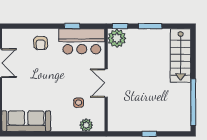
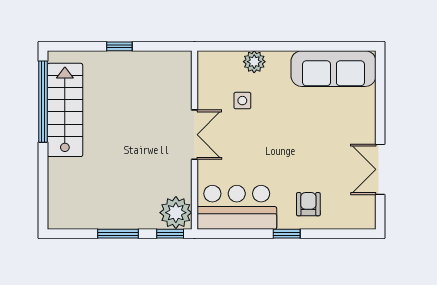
window: (72, 26) -> (287, 234), moved
stairs: (181, 55) -> (65, 110), moved
plant: (86, 125) -> (254, 62), moved

